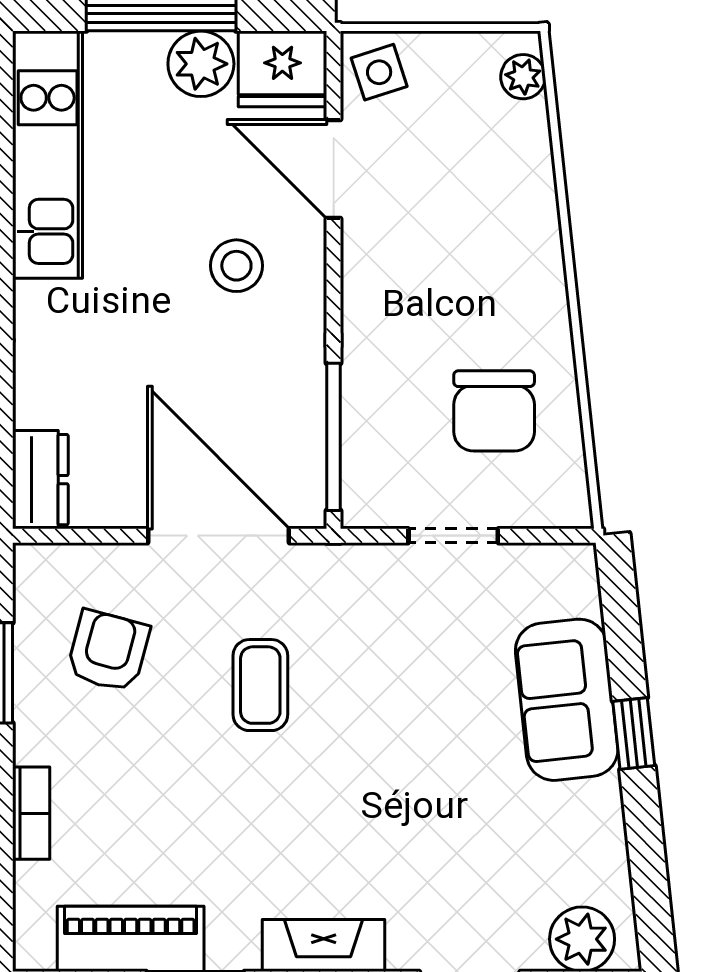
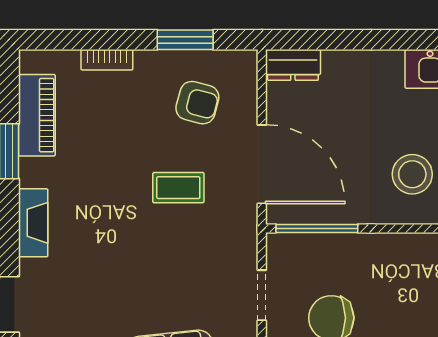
stool: (236, 266) -> (412, 174), width x1.38, depth x1.38
door: (218, 536) -> (262, 164), hinge flipped

